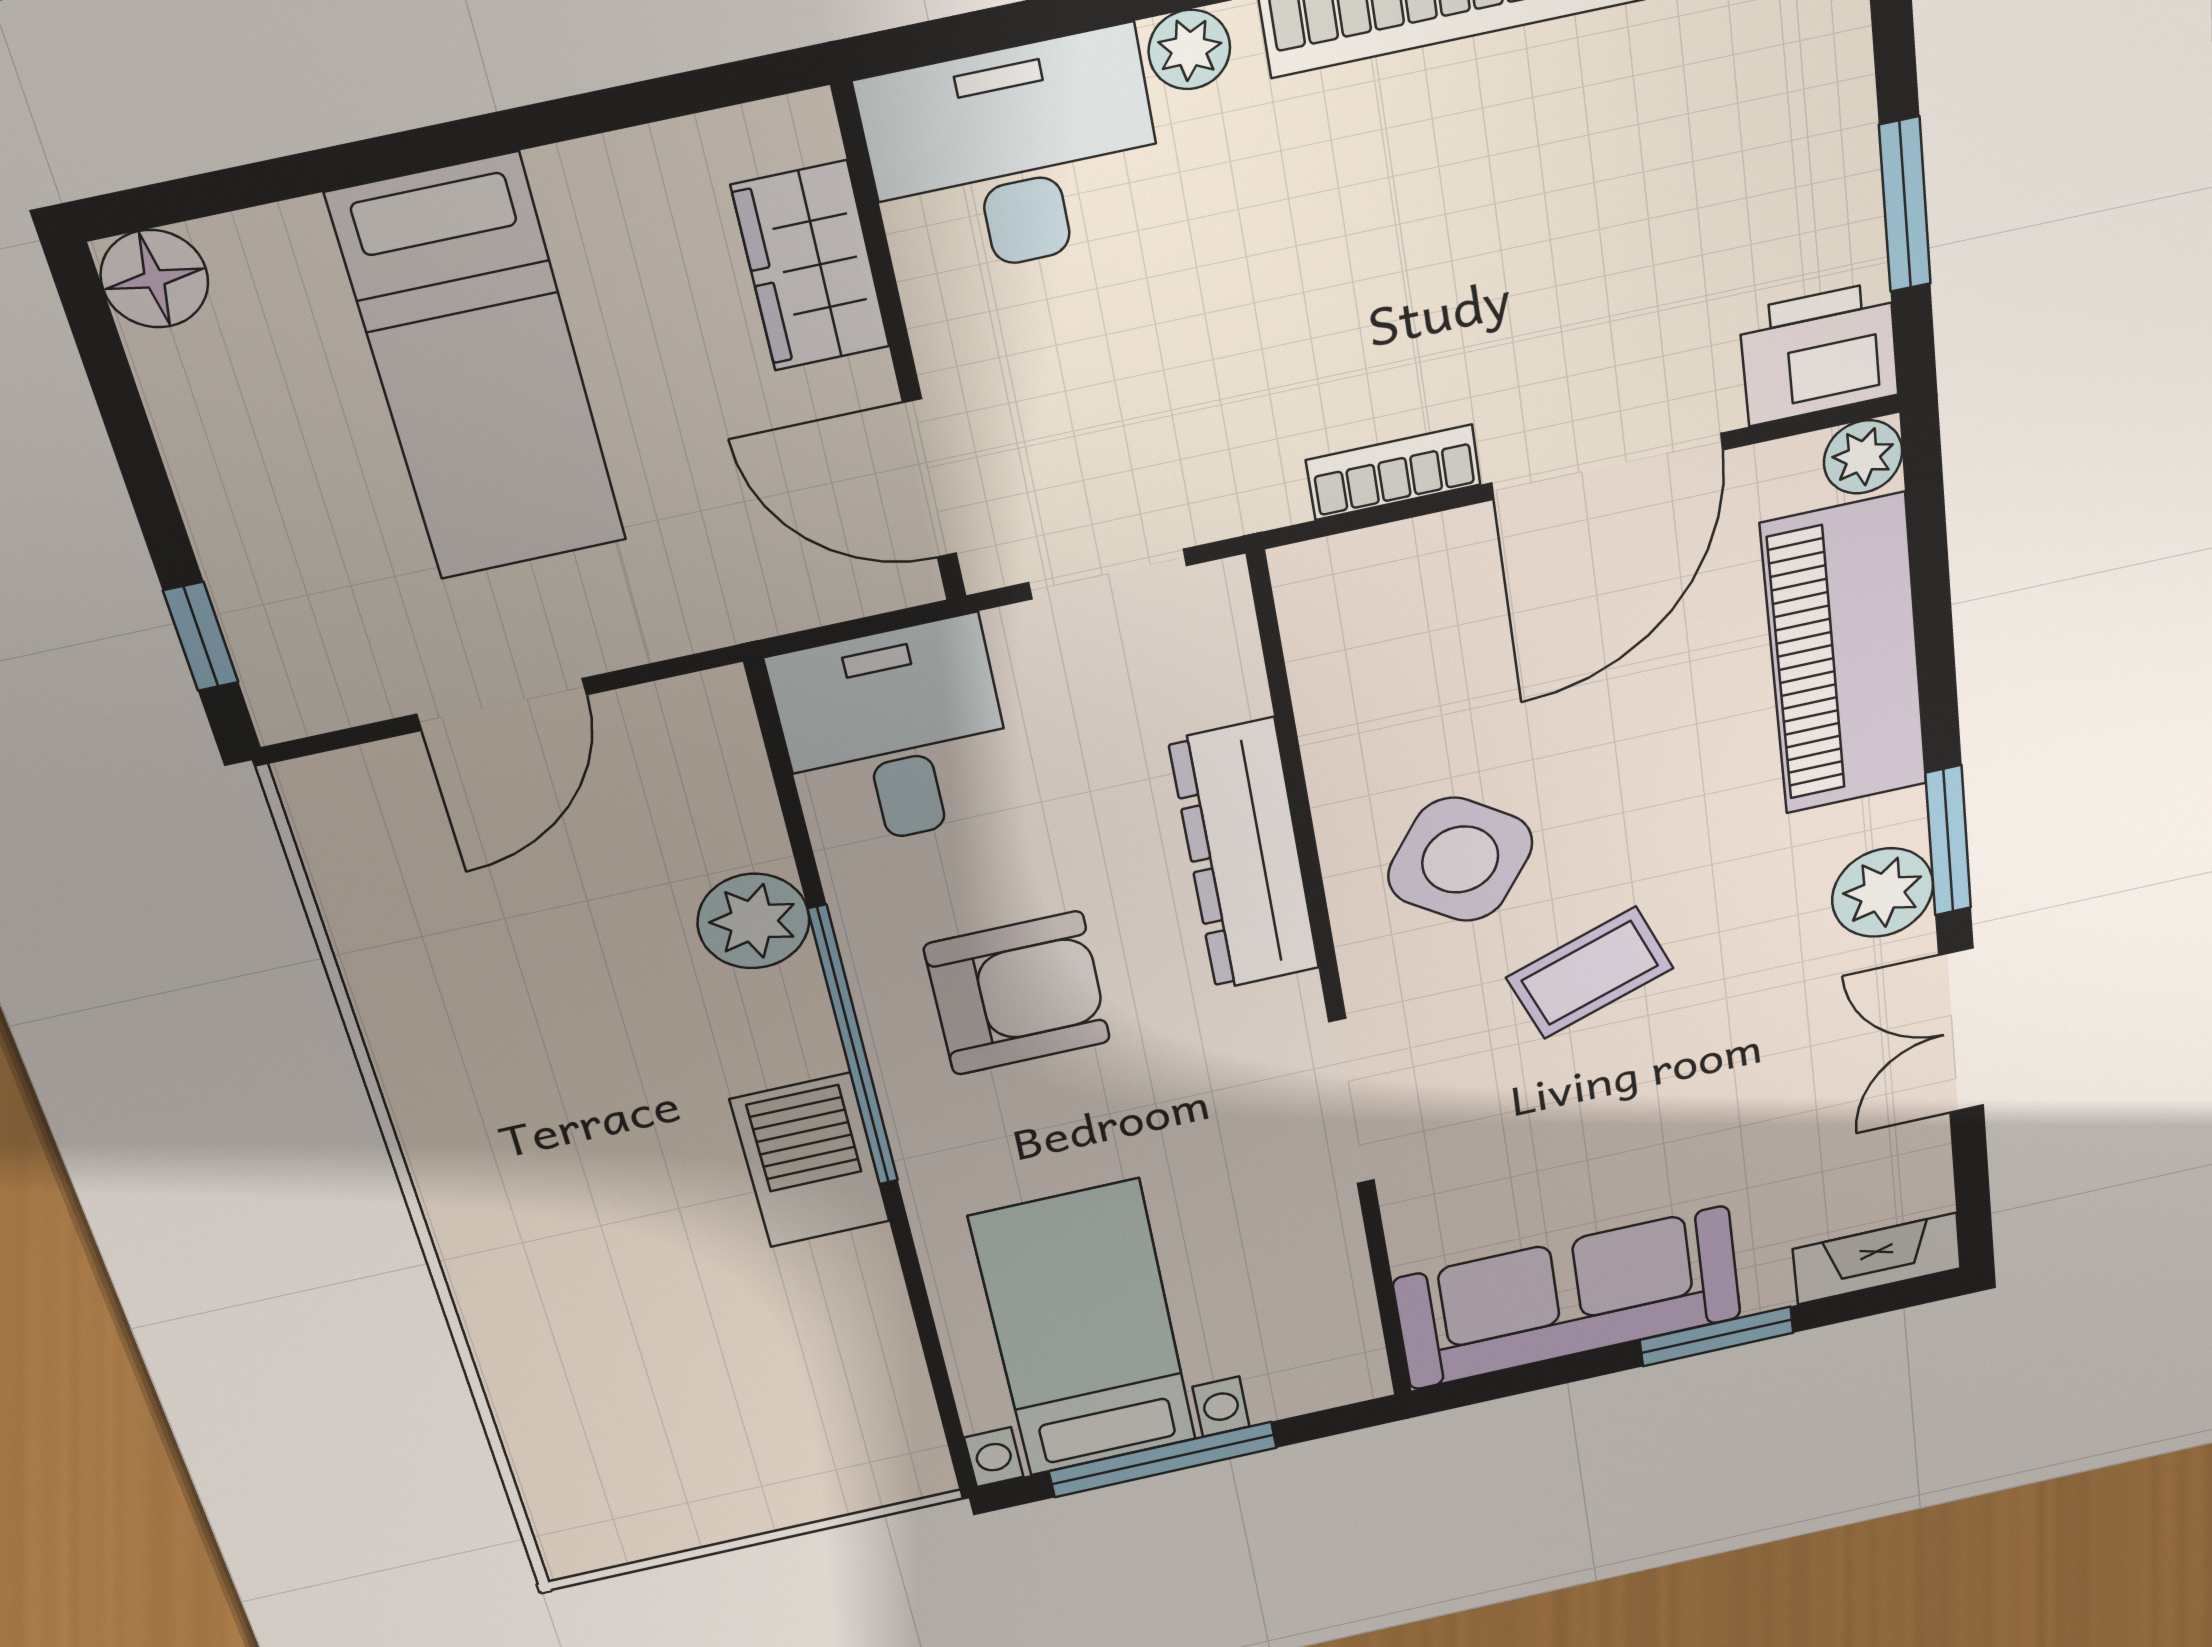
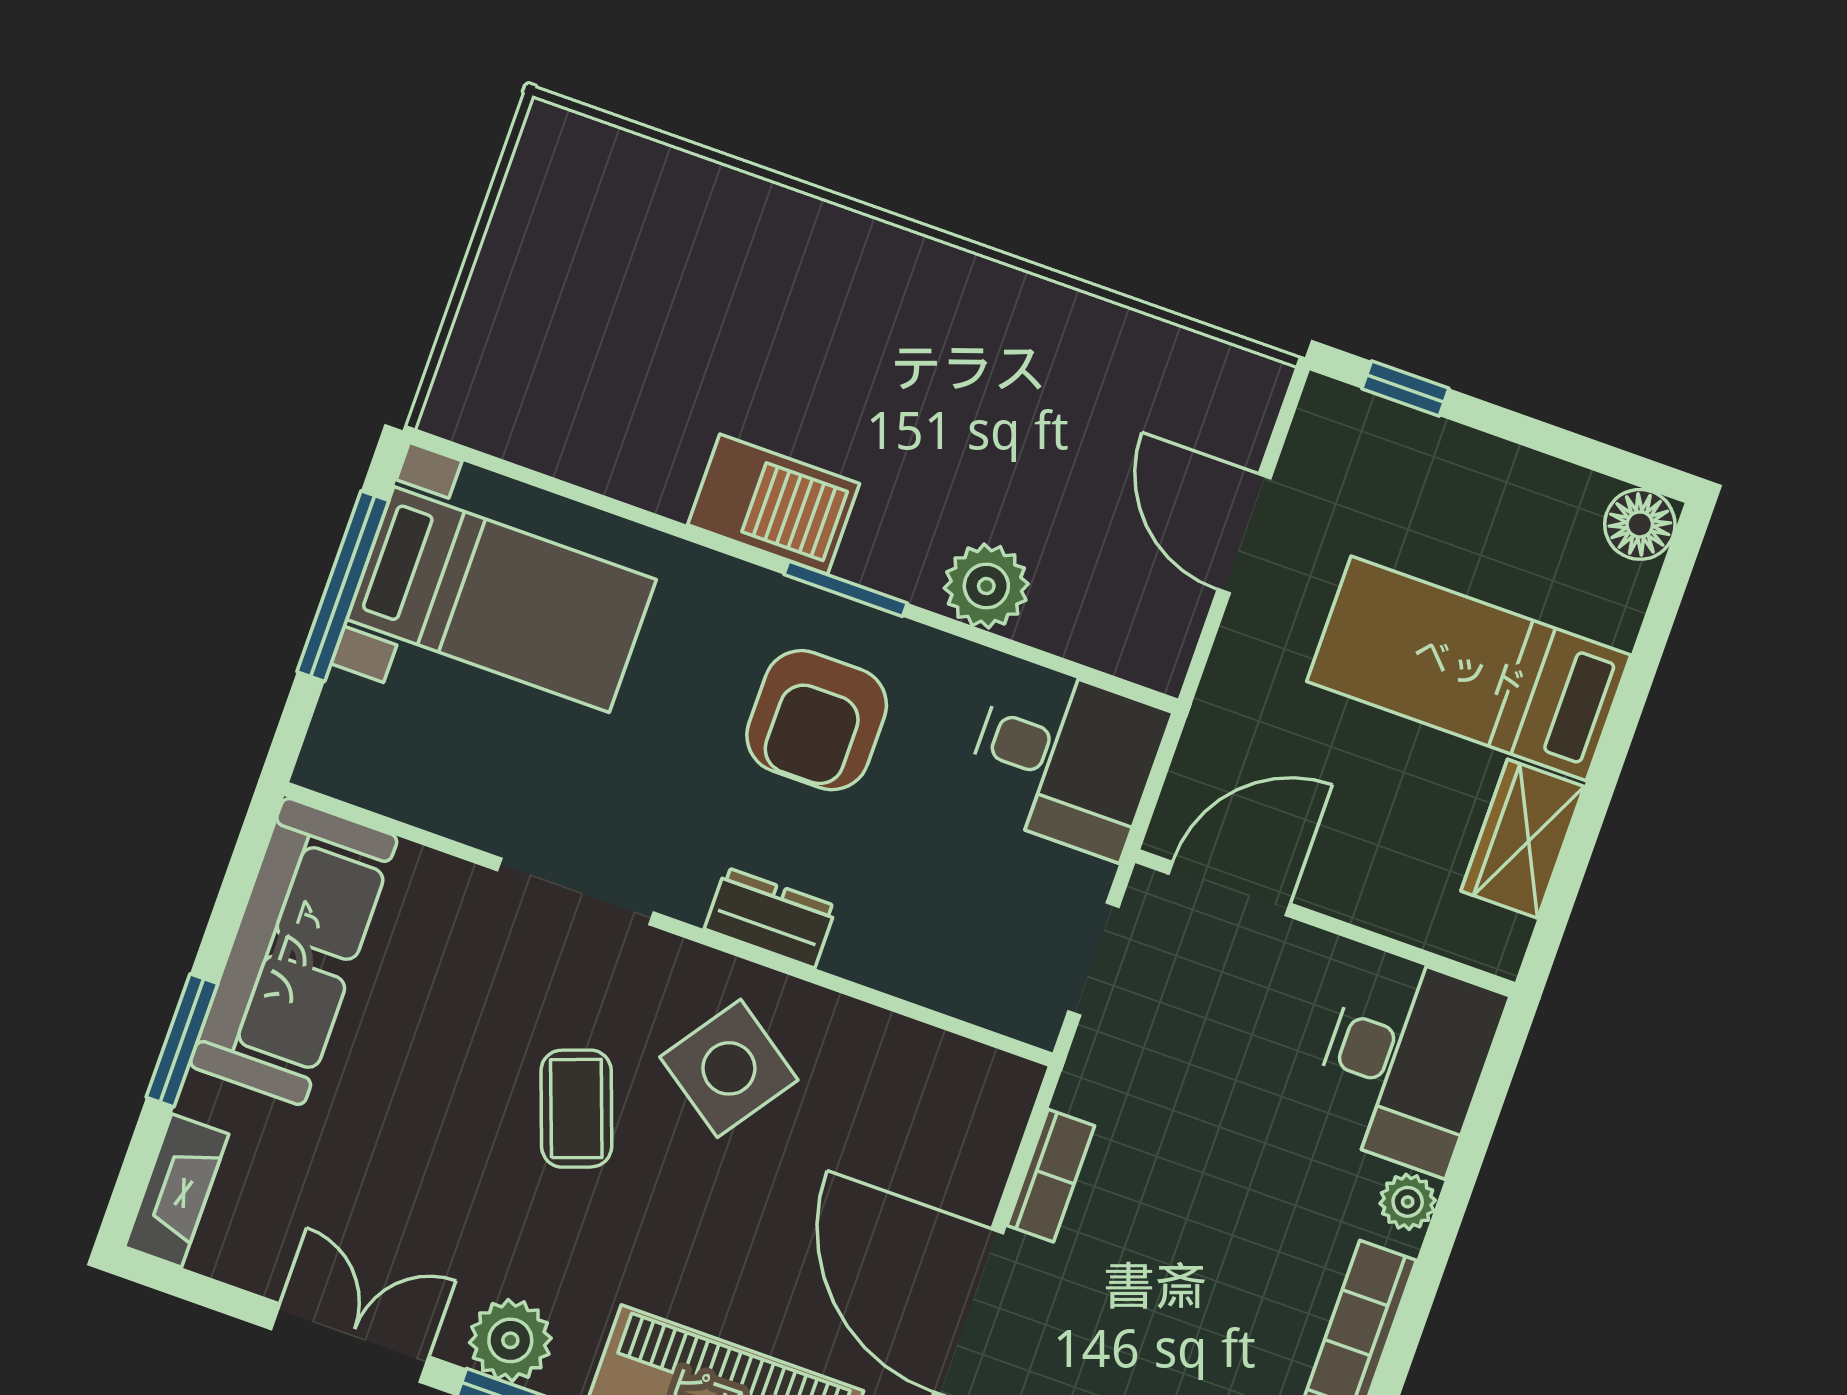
wardrobe: (811, 266) -> (1523, 839), moved, turned -90
dresser: (1245, 856) -> (770, 918), width x0.51, depth x0.80
window: (854, 1047) -> (846, 589), width x0.47

